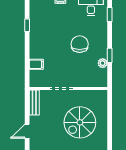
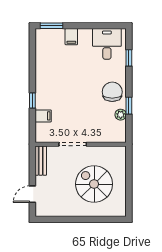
window: (27, 25) -> (32, 100), moved
chair: (80, 44) -> (112, 92), moved
spiral stairs: (80, 122) -> (94, 184), turned 90

